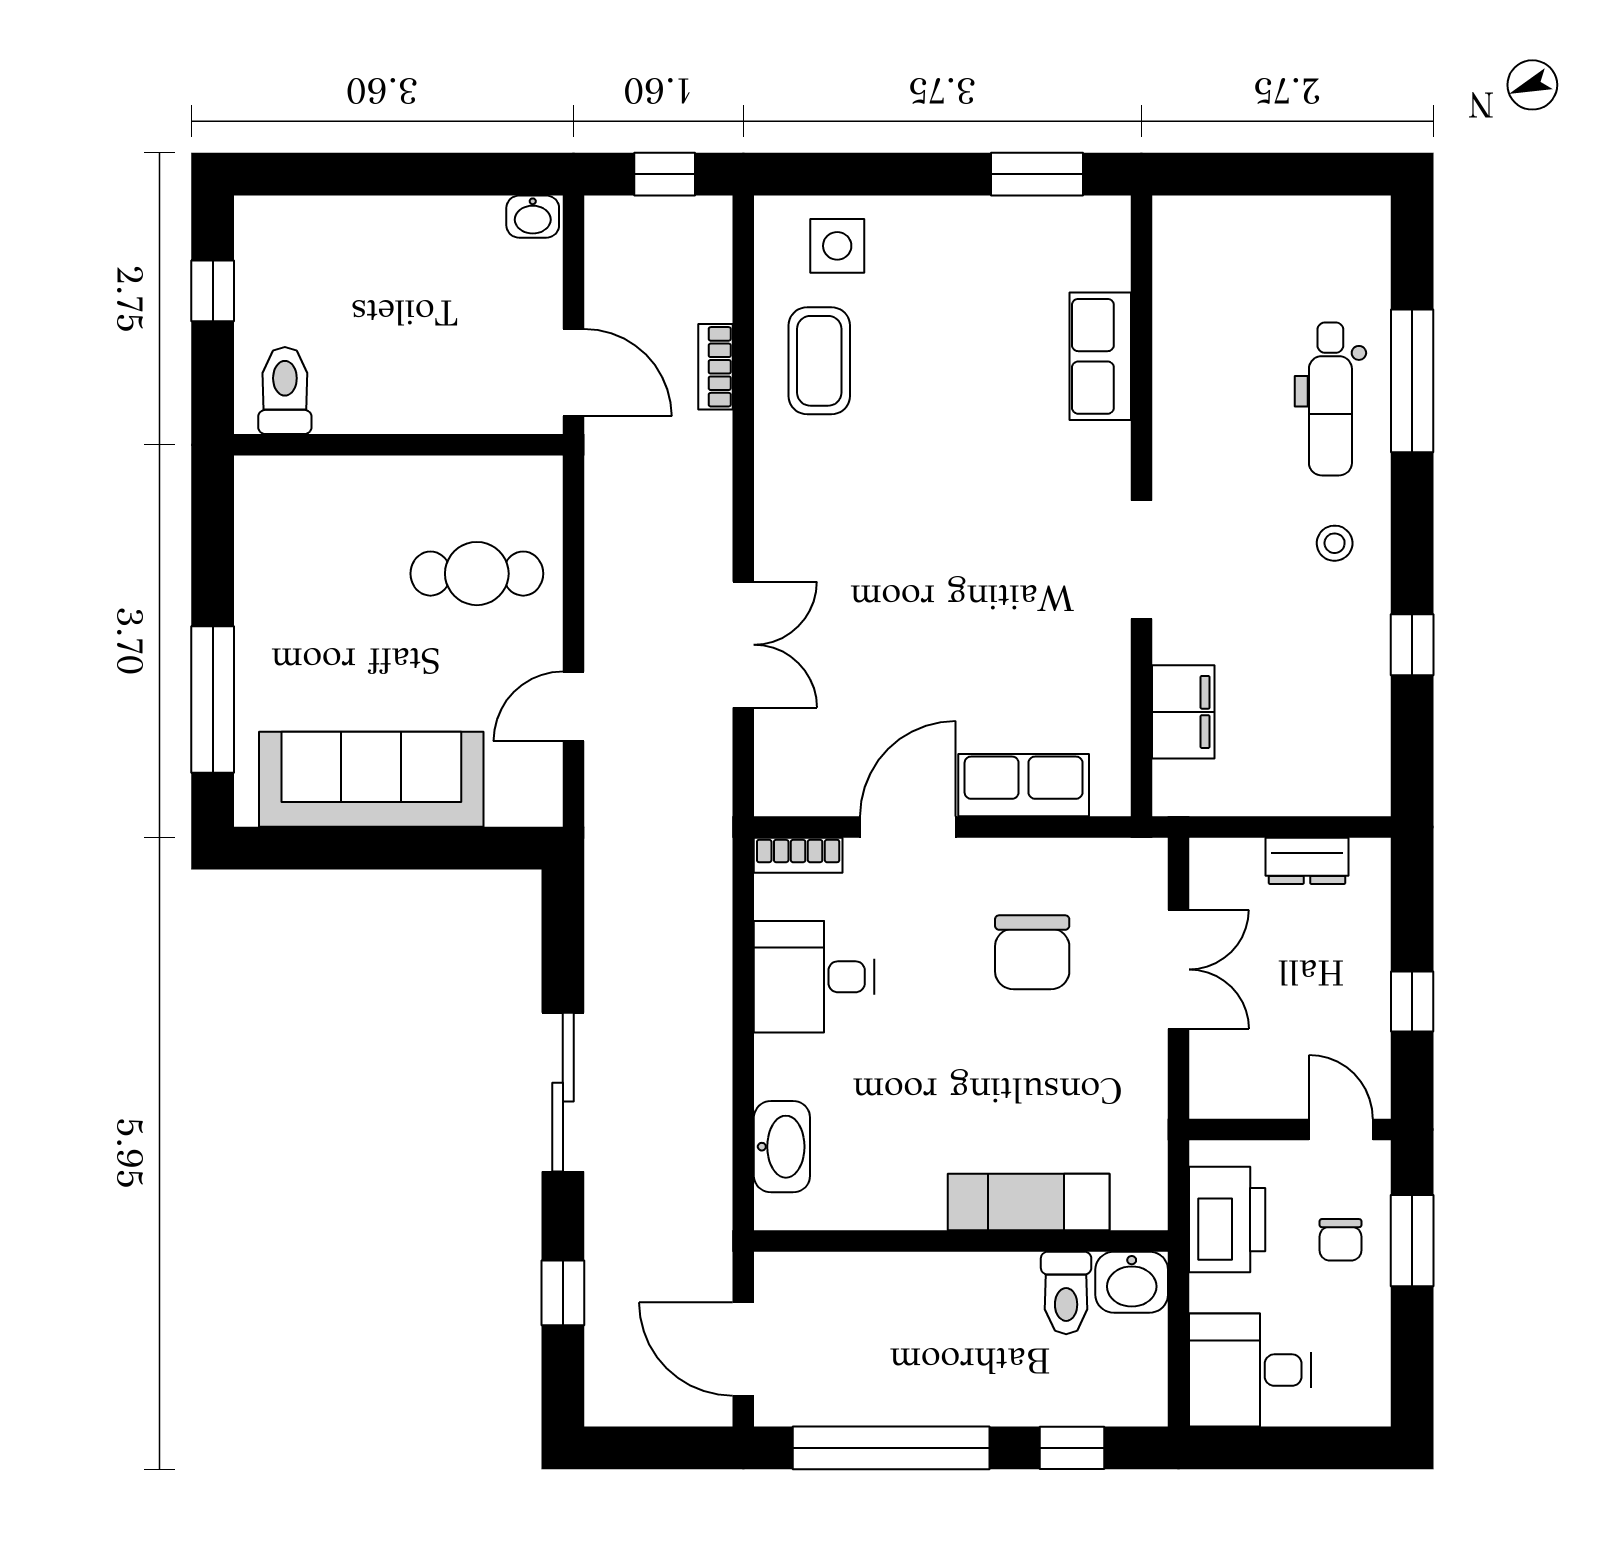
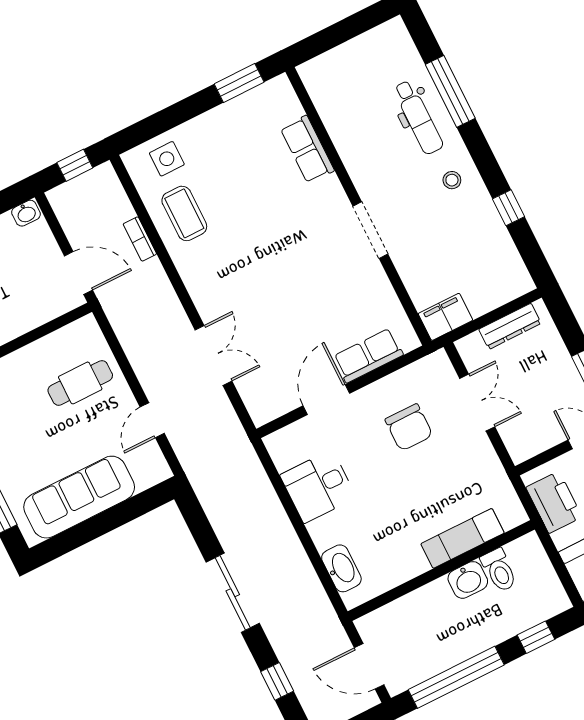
filing cabinet: (1183, 712) -> (445, 317), moved, turned -90
bookcase: (798, 855) -> (284, 436), removed
dresser: (1307, 861) -> (510, 326), width x1.44
washbasin: (1132, 1282) -> (468, 580), moved

